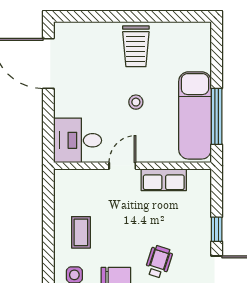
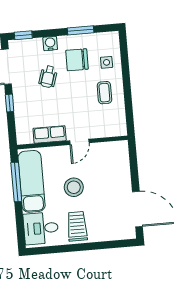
stool: (136, 102) -> (74, 187), width x1.89, depth x1.89
desk: (78, 140) -> (41, 228), moved, turned 180

